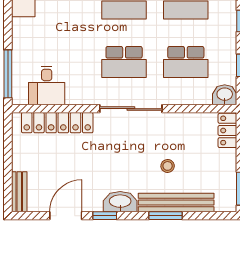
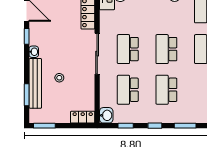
washbasin: (120, 202) -> (34, 52), width x0.52, depth x0.69
window: (166, 216) -> (27, 95), moved

